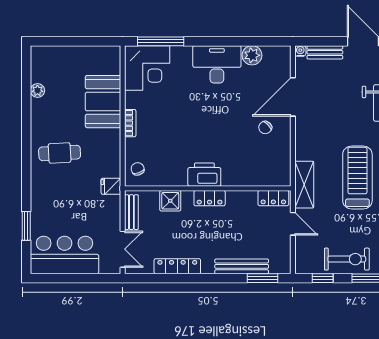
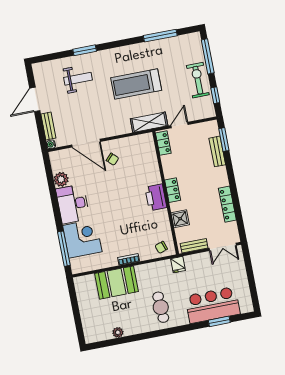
corner desk: (147, 68) -> (82, 239), moved
double door: (123, 249) -> (223, 247), swing flipped
bar counter: (65, 255) -> (213, 305), moved, turned 90
bench: (242, 266) -> (217, 151), width x0.73

